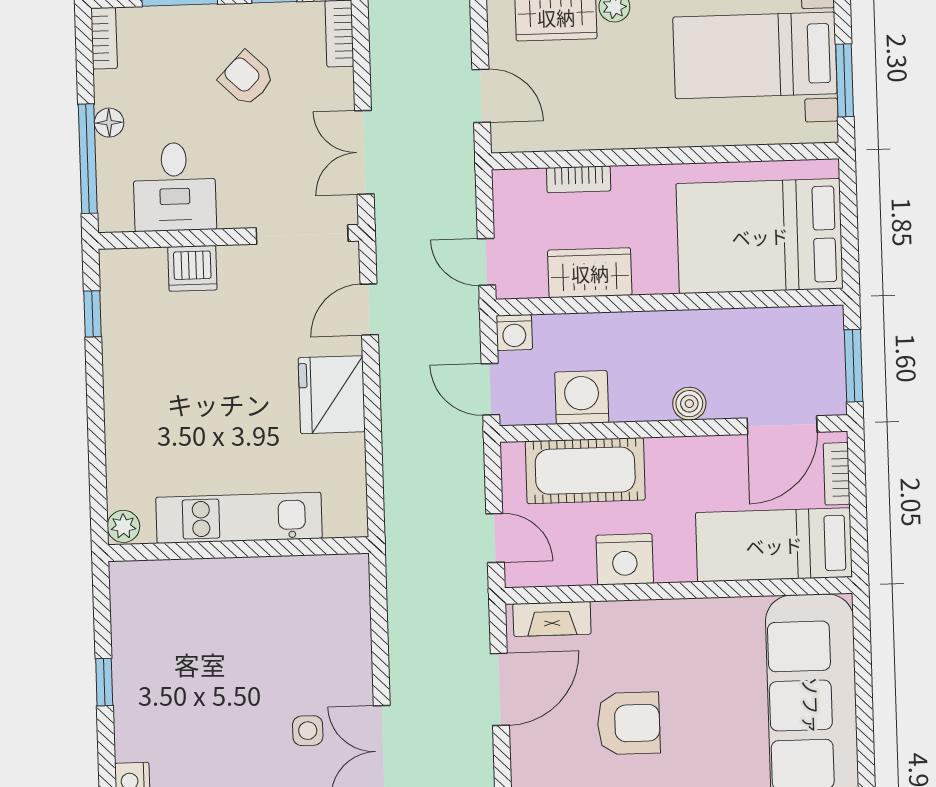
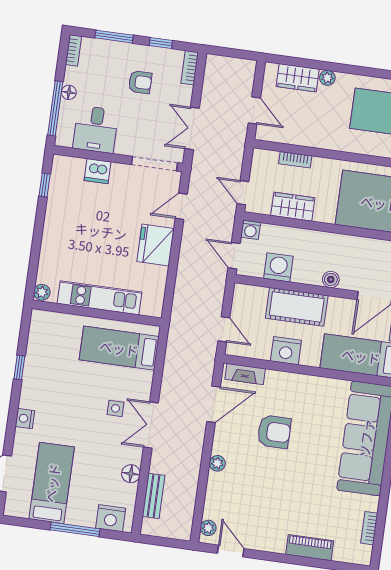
armchair: (246, 78) -> (140, 82), turned 136
cot: (585, 471) -> (297, 307), moved
bed: (295, 611) -> (119, 348), added

